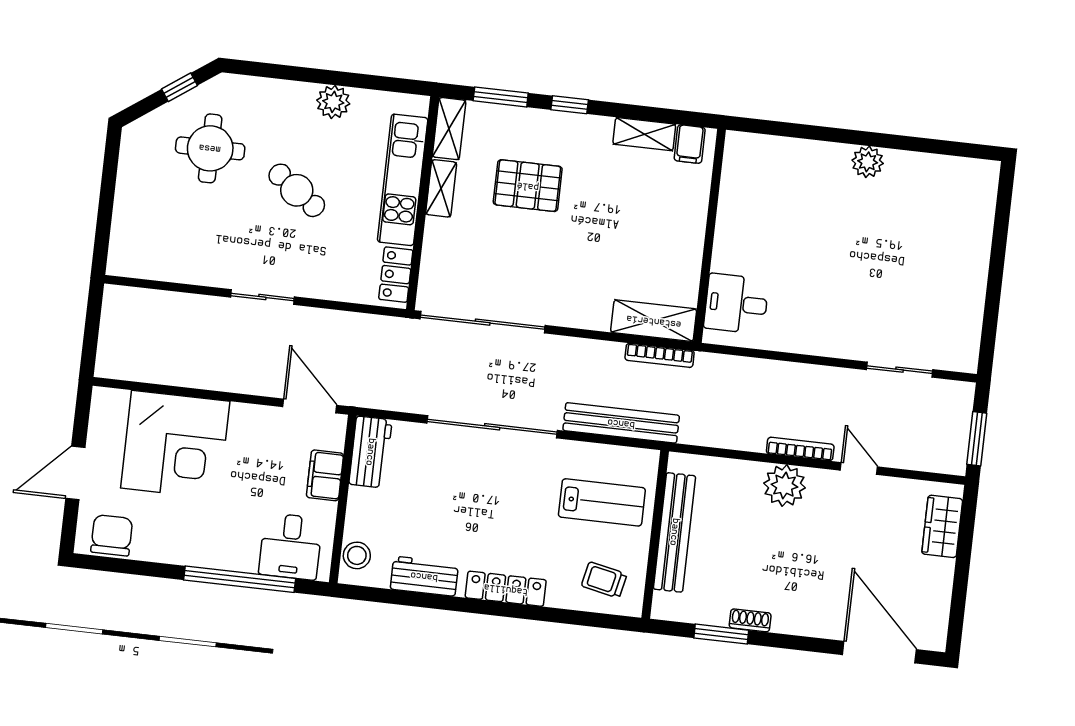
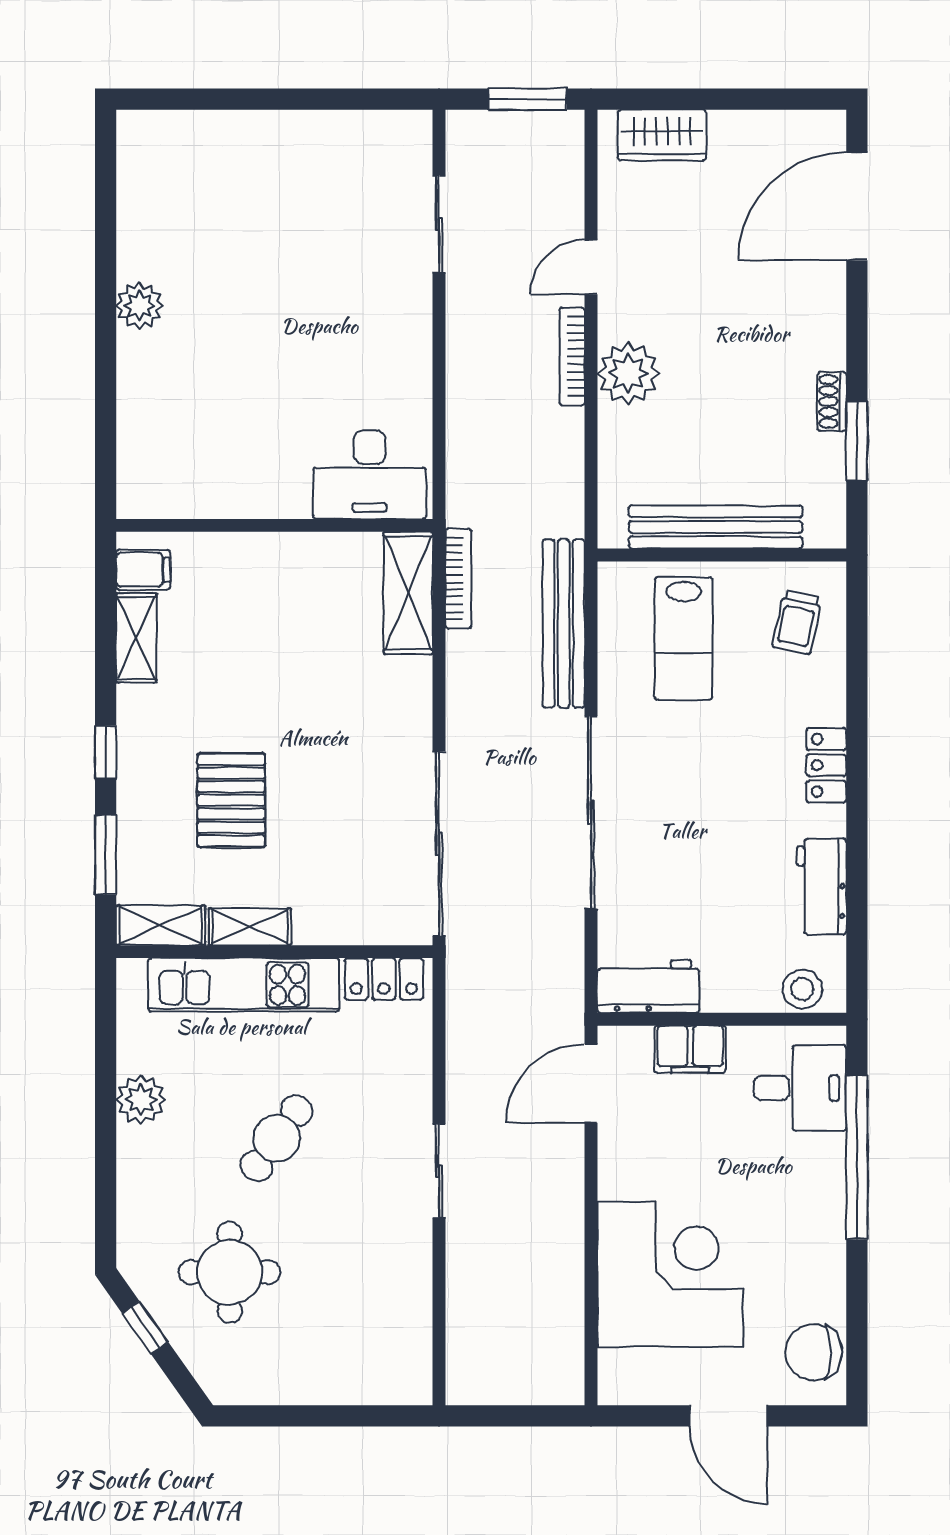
desk: (736, 304) -> (370, 475), width x1.37
lab bench: (602, 502) -> (684, 638), turned 180
locker: (506, 589) -> (826, 765), width x0.66

